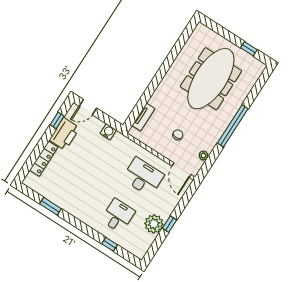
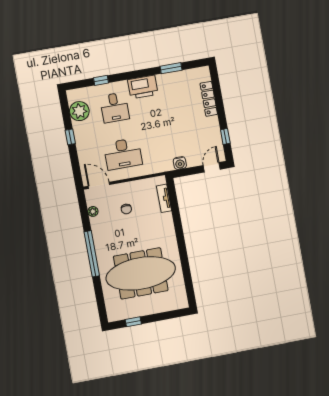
meeting table: (211, 79) -> (141, 273), turned 90
printer: (64, 134) -> (143, 87), moved, turned -90
plant: (154, 224) -> (79, 111), moved

